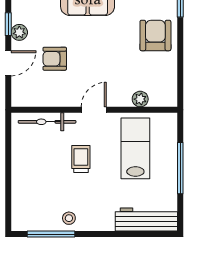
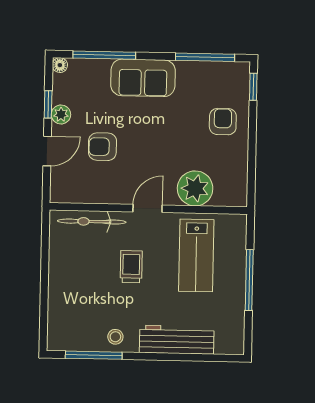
armchair: (155, 35) -> (223, 122), width x0.72, depth x0.72
plant: (140, 99) -> (195, 188), width x1.88, depth x1.88
lab bench: (135, 148) -> (196, 255), turned 180
workbench: (146, 220) -> (177, 340), moved

